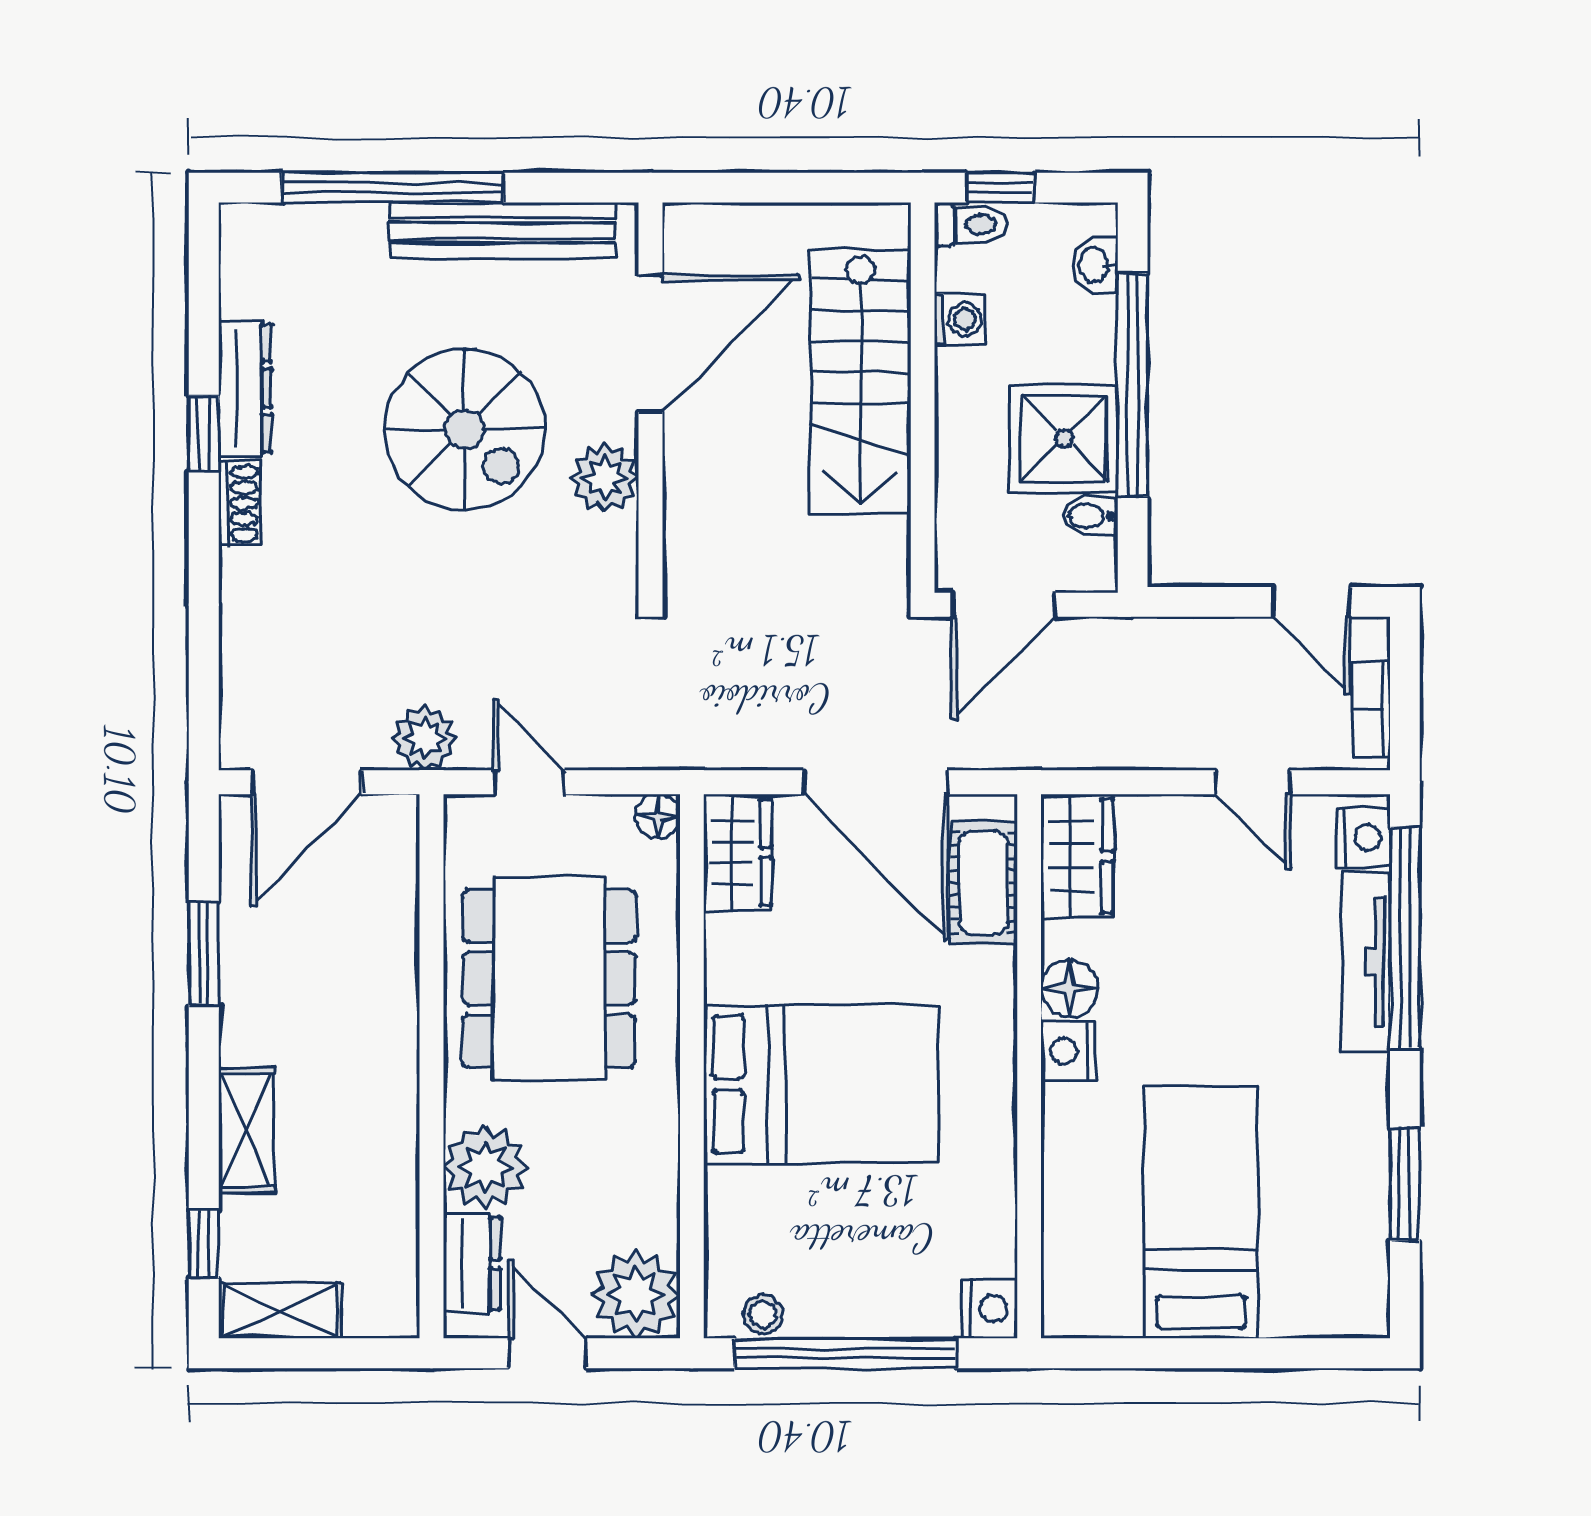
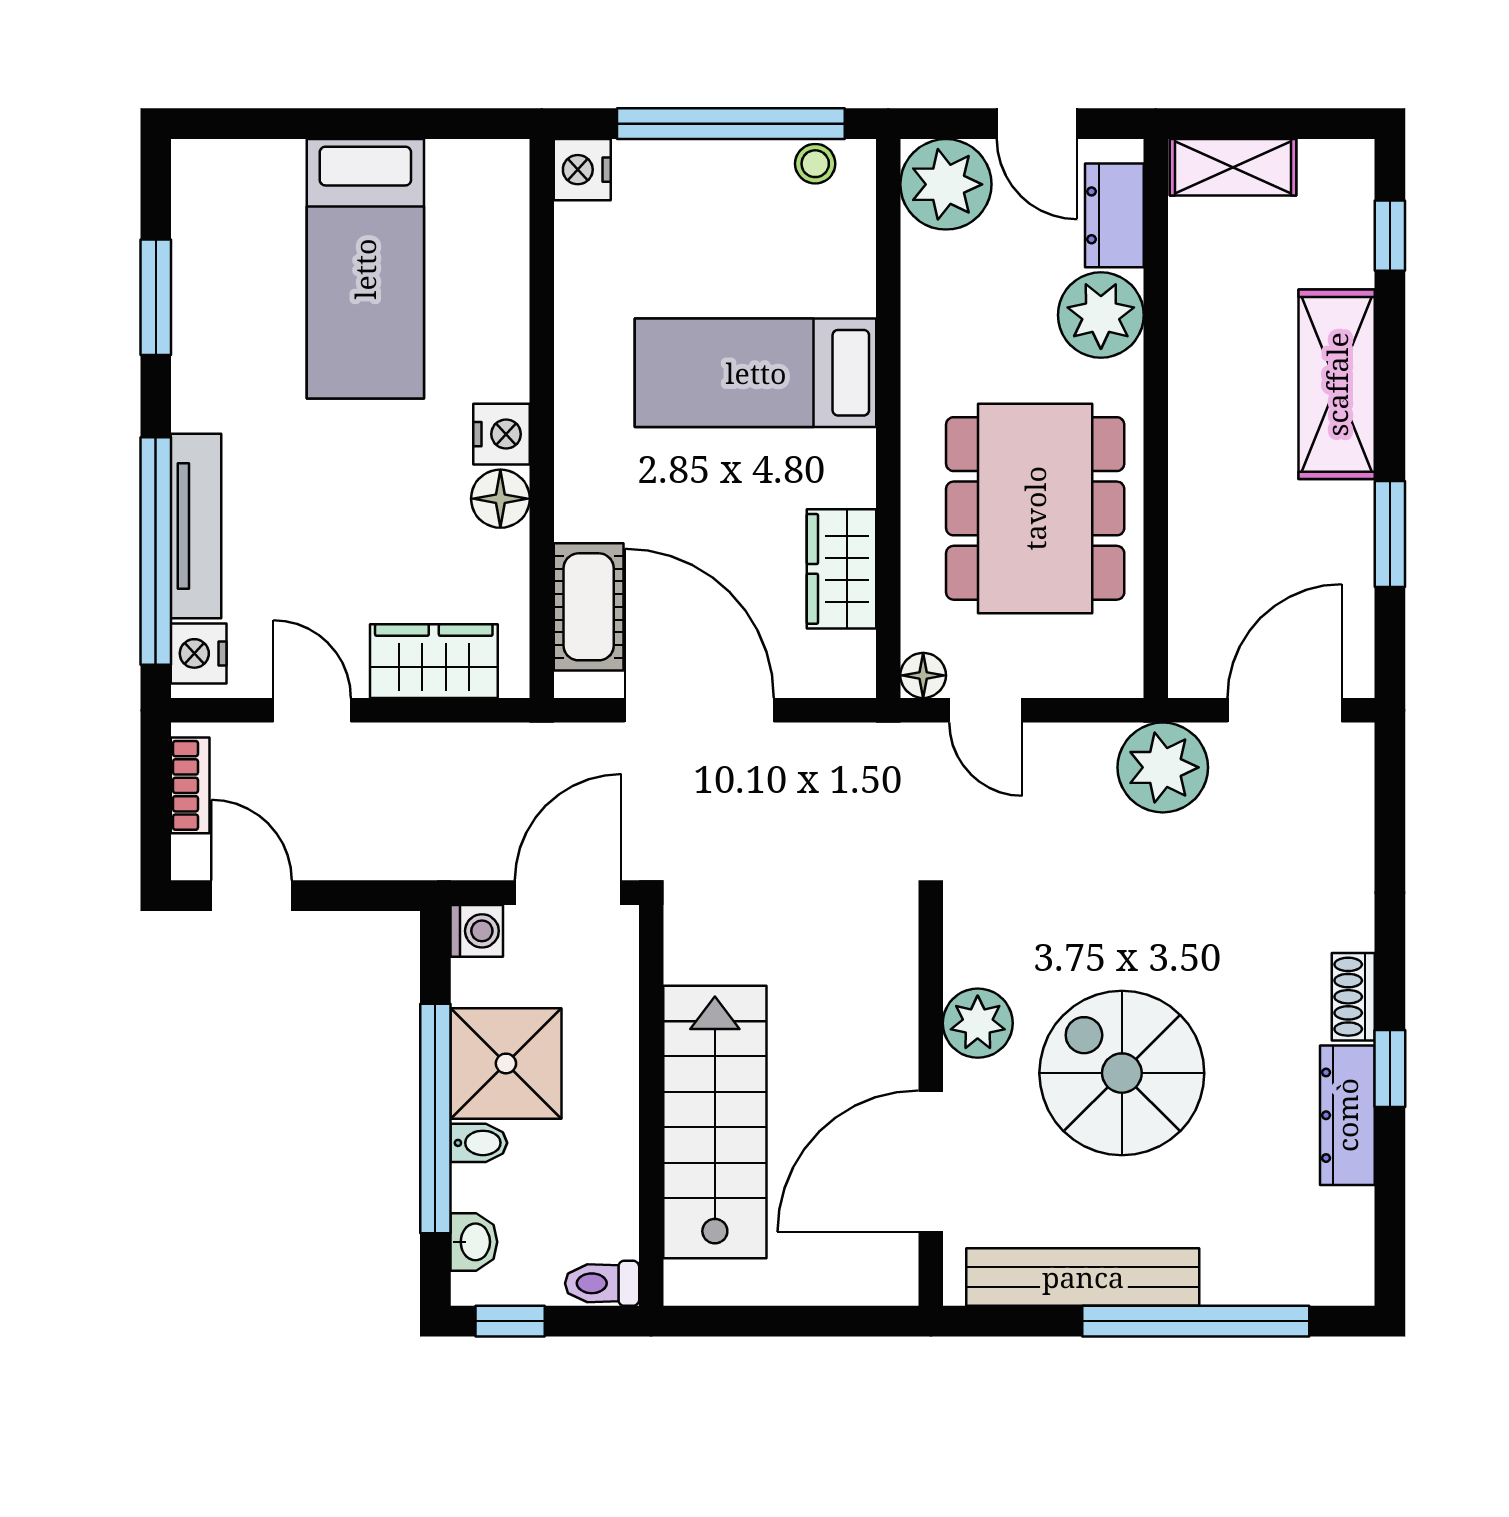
window: (1000, 188) -> (510, 1321), moved
washing machine: (960, 319) -> (477, 931), moved, turned 180
bidet: (1090, 516) -> (479, 1143), moved
plant: (425, 738) -> (1163, 767), width x1.36, depth x1.36
door: (529, 782) -> (986, 710), moved
wardrobe: (737, 852) -> (841, 569), moved
wardrobe: (1077, 856) -> (434, 661), moved, turned 90
bed: (821, 1084) -> (756, 373), width x0.67
shelving: (246, 1130) -> (1337, 384), width x1.50, depth x1.33
shelving: (280, 1311) -> (1233, 167), moved

